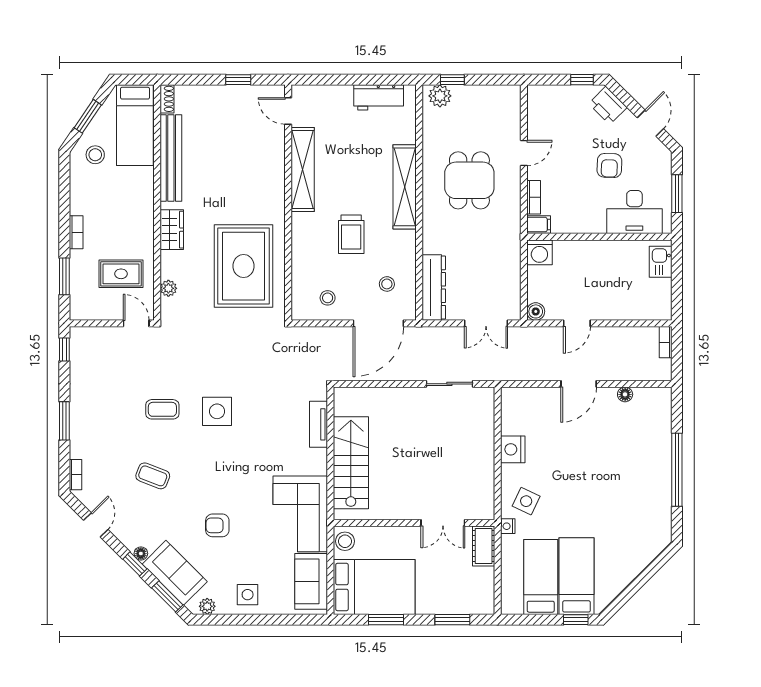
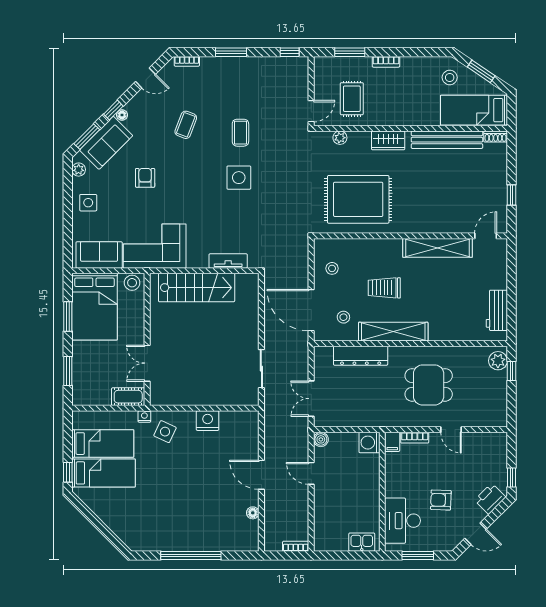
shelving: (405, 187) -> (393, 332), moved
dresser: (434, 288) -> (361, 356), moved

